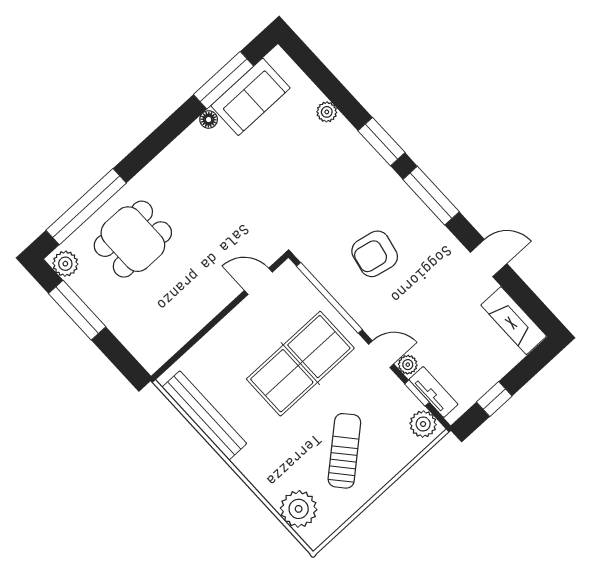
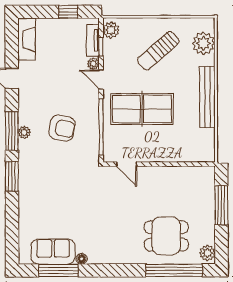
plant: (327, 112) -> (24, 132), moved
window: (77, 310) -> (221, 205), moved
bench: (204, 415) -> (207, 97), moved

